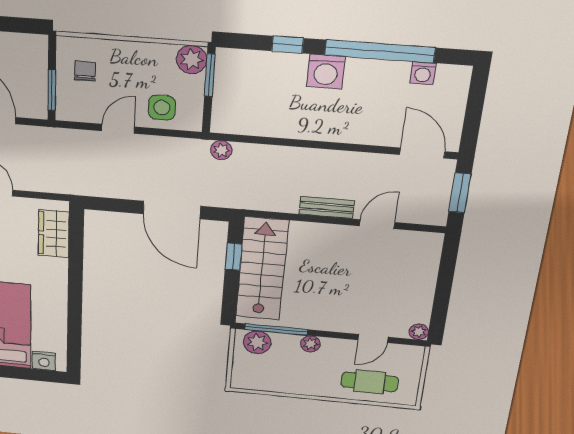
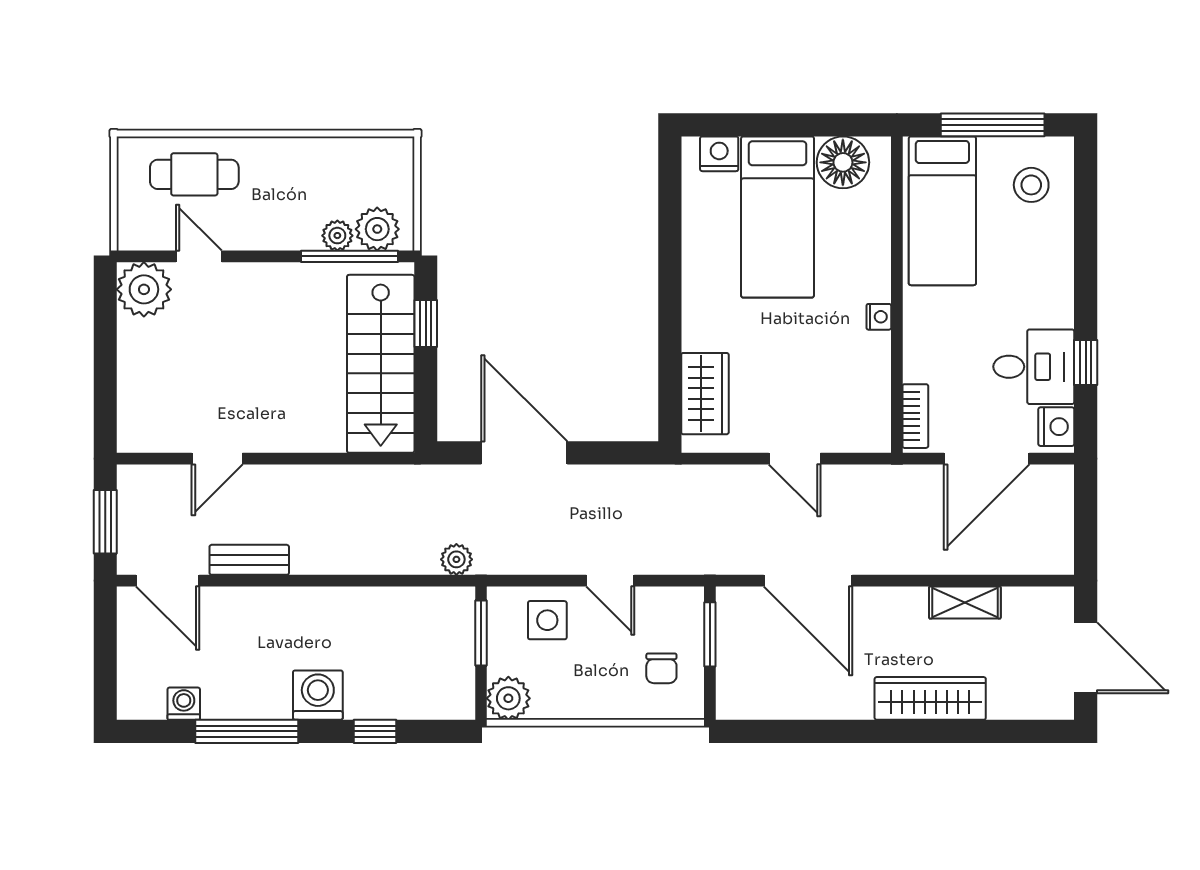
window: (380, 51) -> (247, 731), width x0.68
window: (210, 75) -> (481, 633), moved
door: (118, 129) -> (610, 581), hinge flipped
bench: (327, 207) -> (249, 560), moved
window: (233, 257) -> (426, 324), moved
plant: (419, 332) -> (144, 289), width x1.87, depth x1.87
door: (373, 338) -> (199, 256), hinge flipped
plant: (310, 344) -> (337, 236), moved

